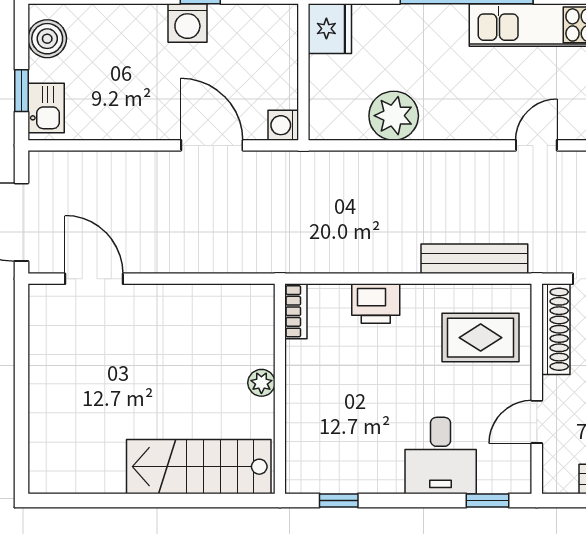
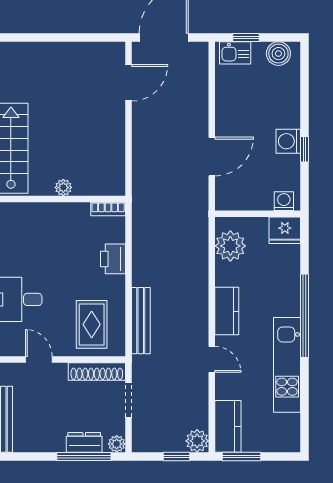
plant: (394, 116) -> (230, 246), moved
kitchen counter: (459, 121) -> (227, 311), added
washing machine: (283, 125) -> (284, 201), moved

